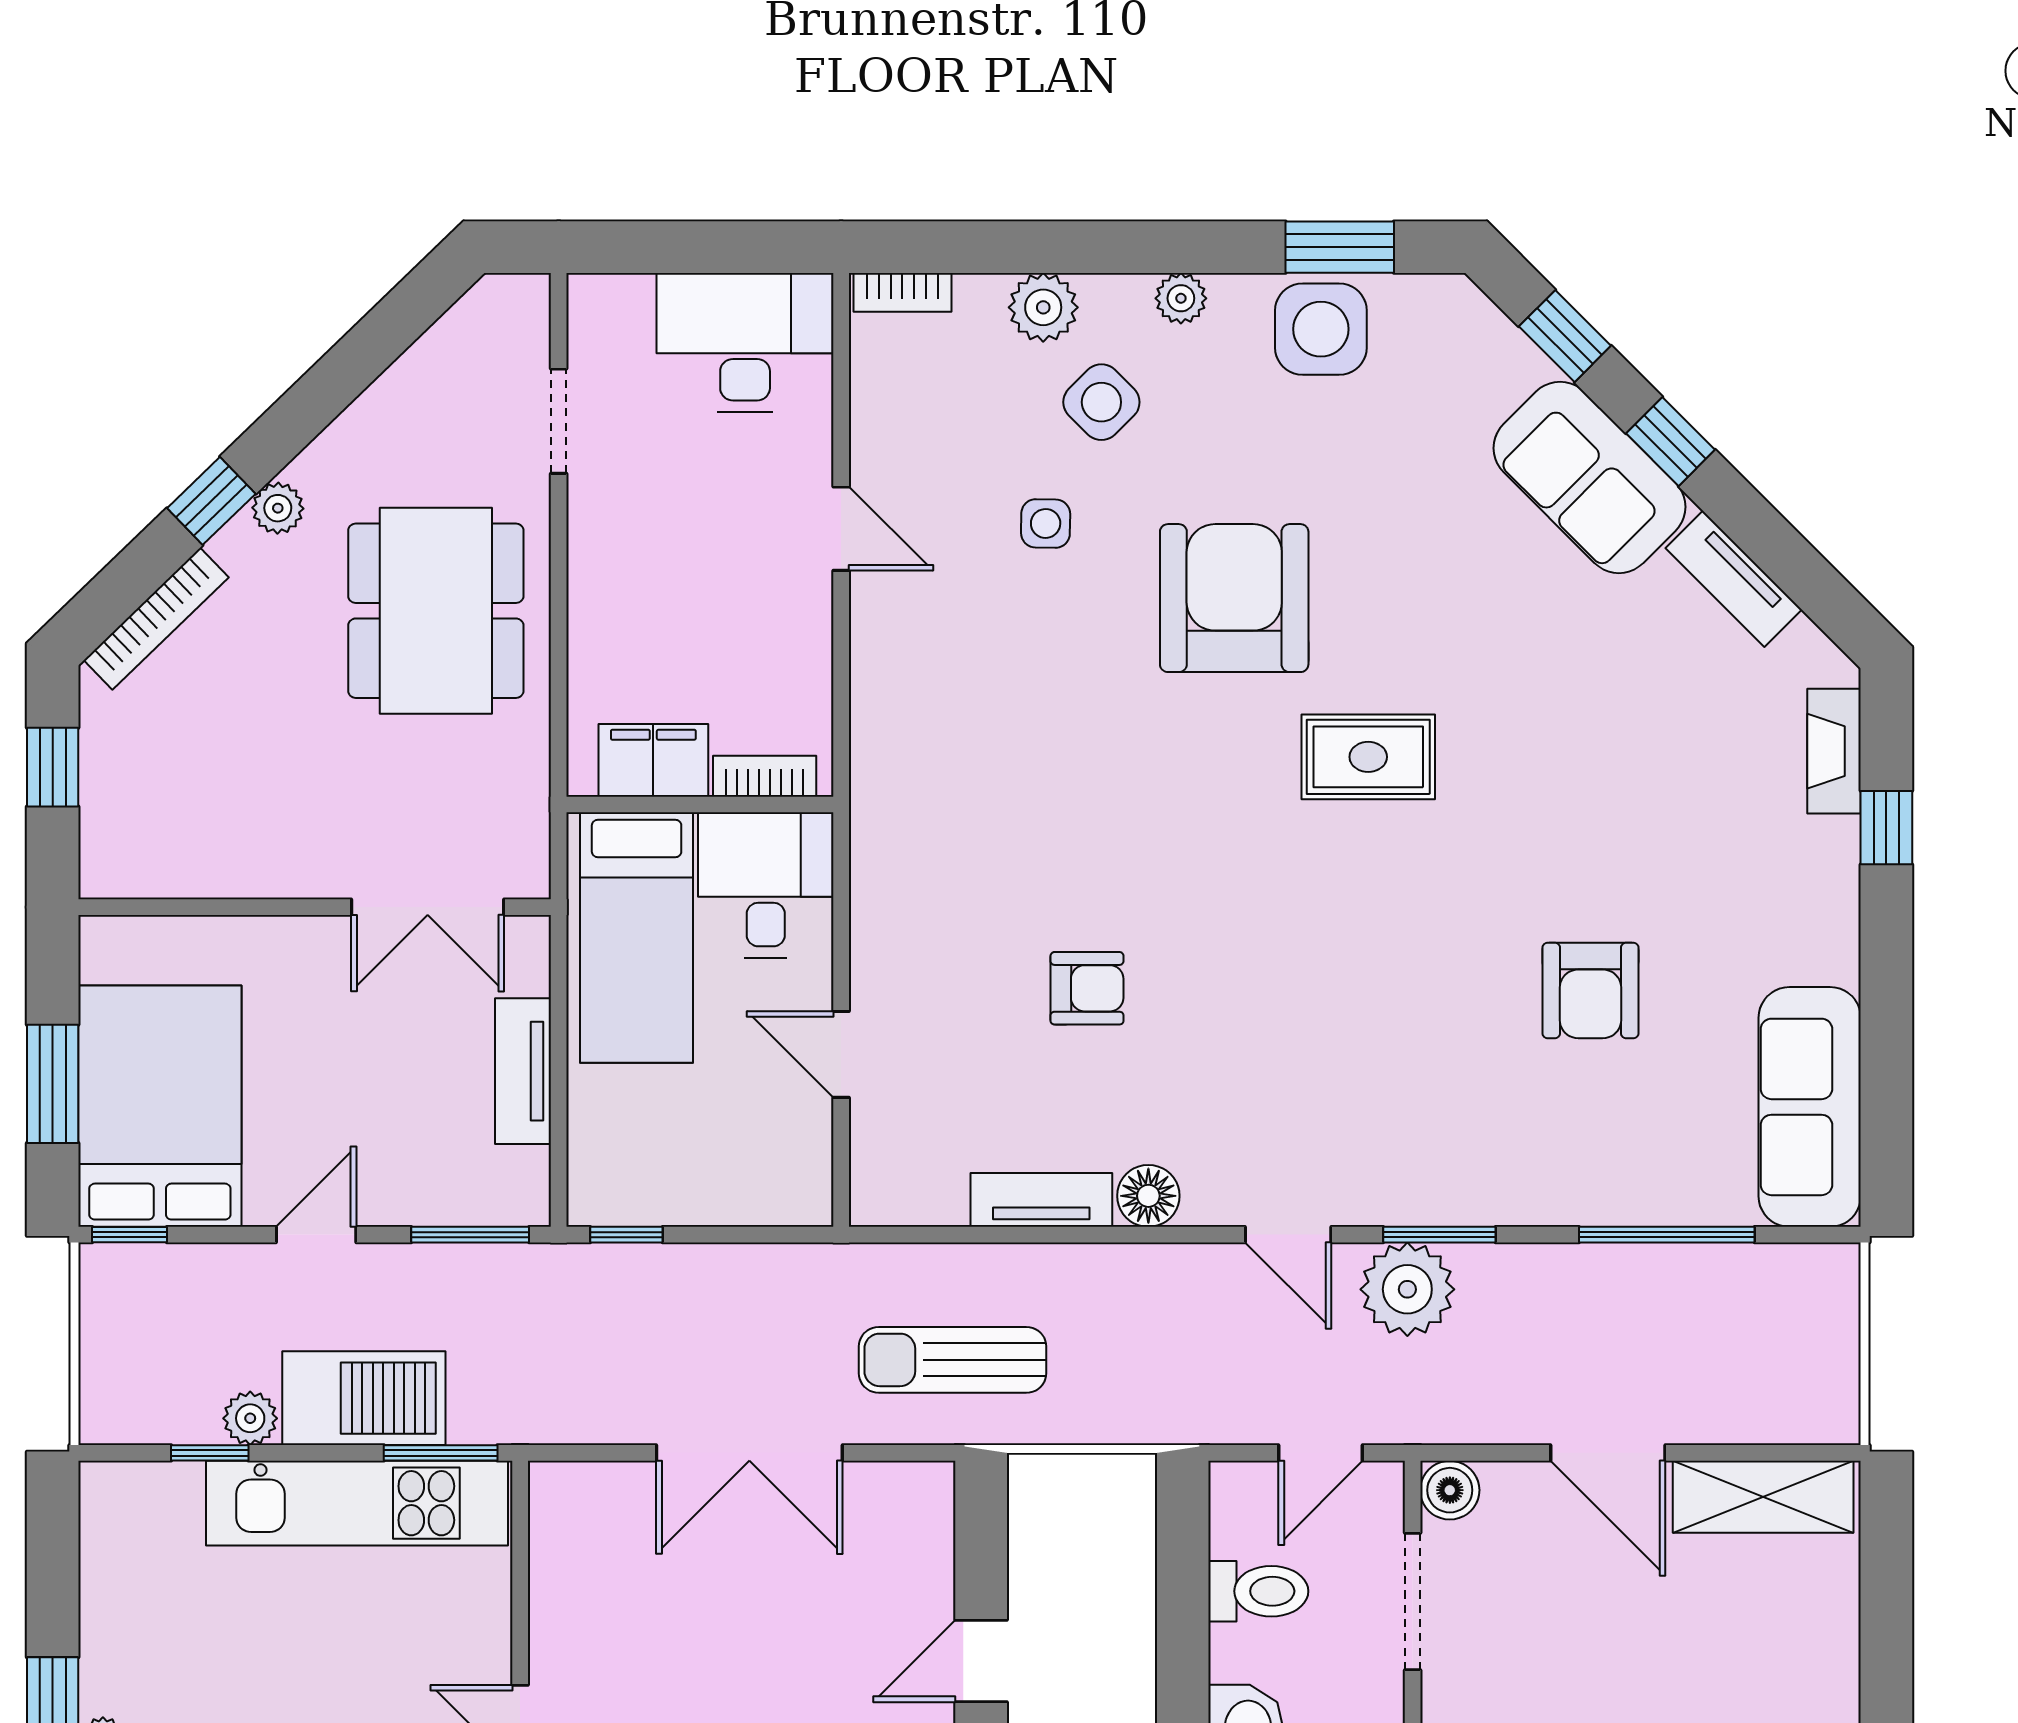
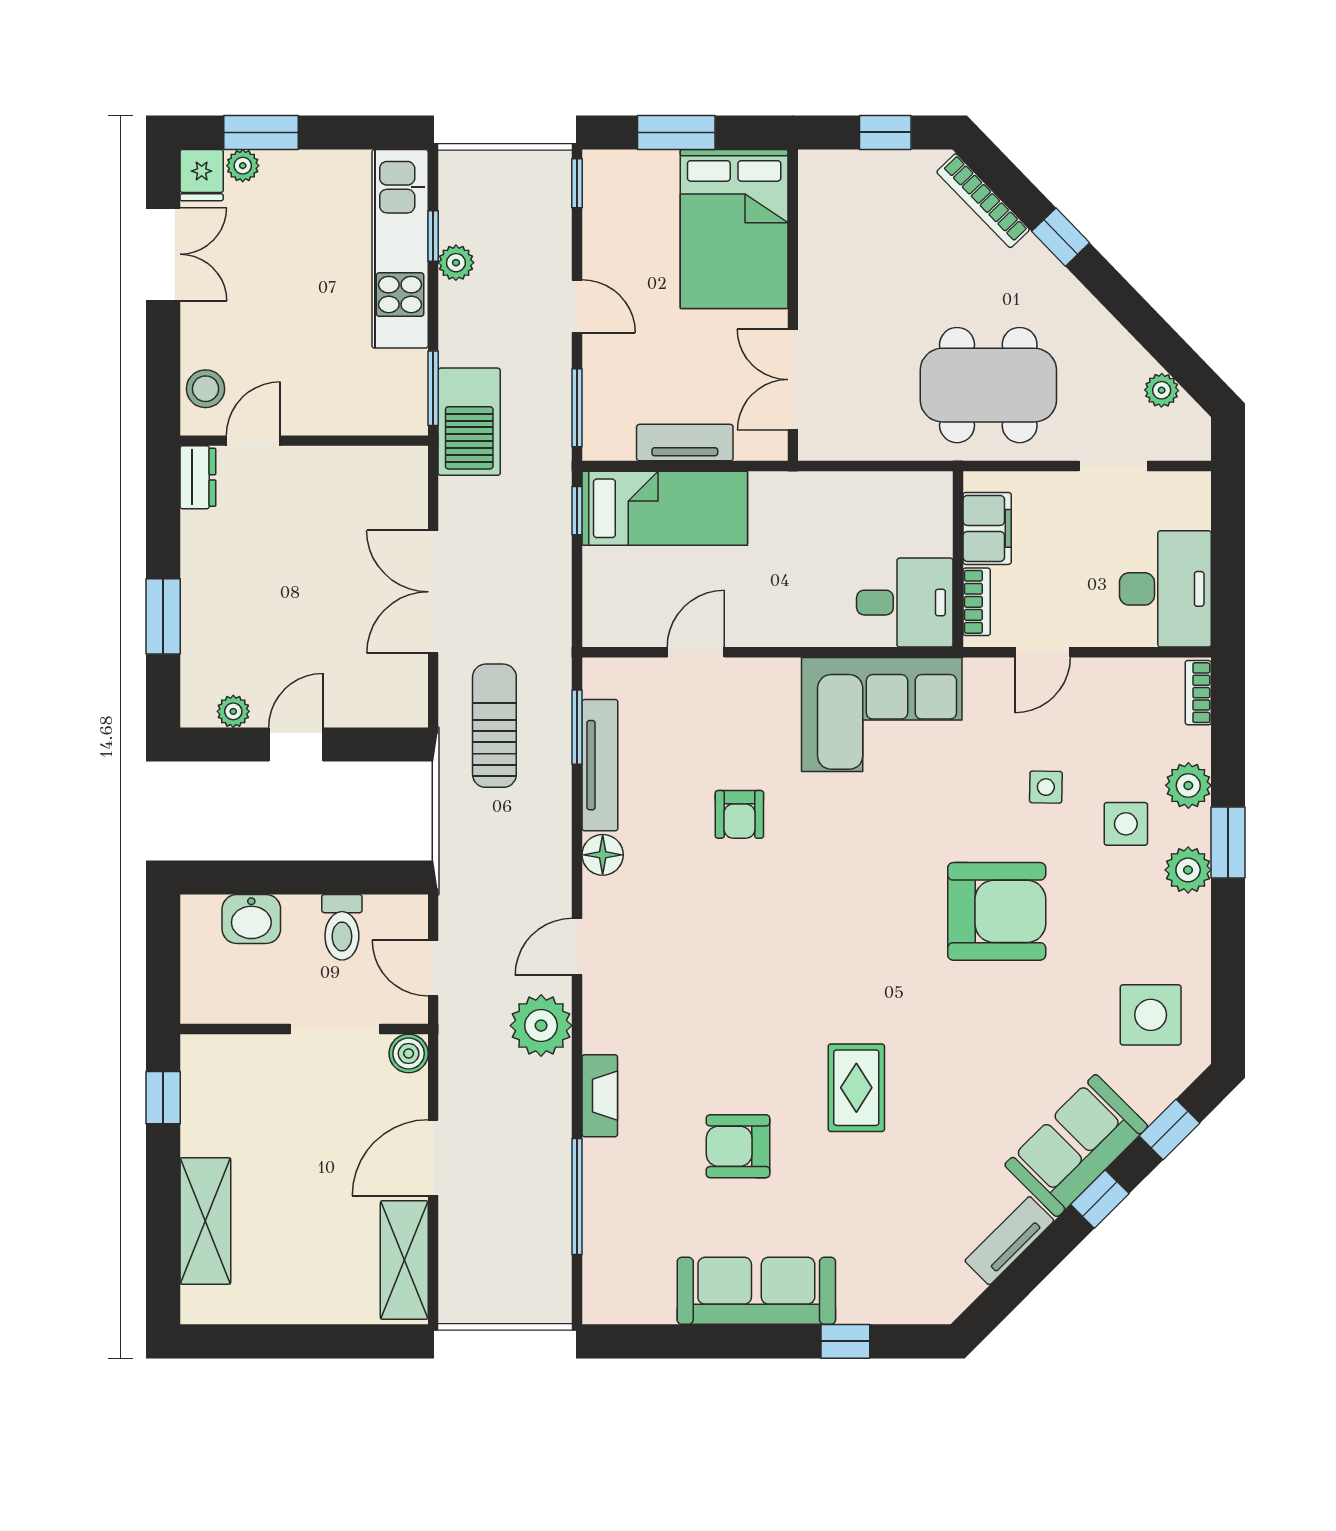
window: (1340, 247) -> (1228, 843), moved
plant: (1181, 298) -> (1188, 870), width x1.38, depth x1.38
side table: (1321, 329) -> (1151, 1015), moved
side table: (1101, 402) -> (1126, 824), turned 45
plant: (278, 508) -> (1162, 390), moved
fireplace: (1834, 751) -> (600, 1096), moved, turned 90
rug: (1368, 757) -> (856, 1088), moved
filing cabinet: (653, 760) -> (987, 528), moved
corner sofa: (936, 772) -> (882, 714), added
bookcase: (765, 776) -> (977, 602), moved
wall: (700, 804) -> (958, 559), moved
desk: (766, 885) -> (905, 603), moved
bed: (637, 938) -> (665, 508), moved, turned 180
bed: (160, 1106) -> (734, 229), moved, turned 90
sofa: (1810, 1107) -> (756, 1291), moved
tv unit: (1041, 1200) -> (600, 765), width x1.41
window: (1439, 1235) -> (577, 727), moved
barbecue: (364, 1398) -> (469, 422), moved
kitchen unit: (357, 1503) -> (400, 249), moved
door: (981, 1661) -> (296, 745), hinge flipped

